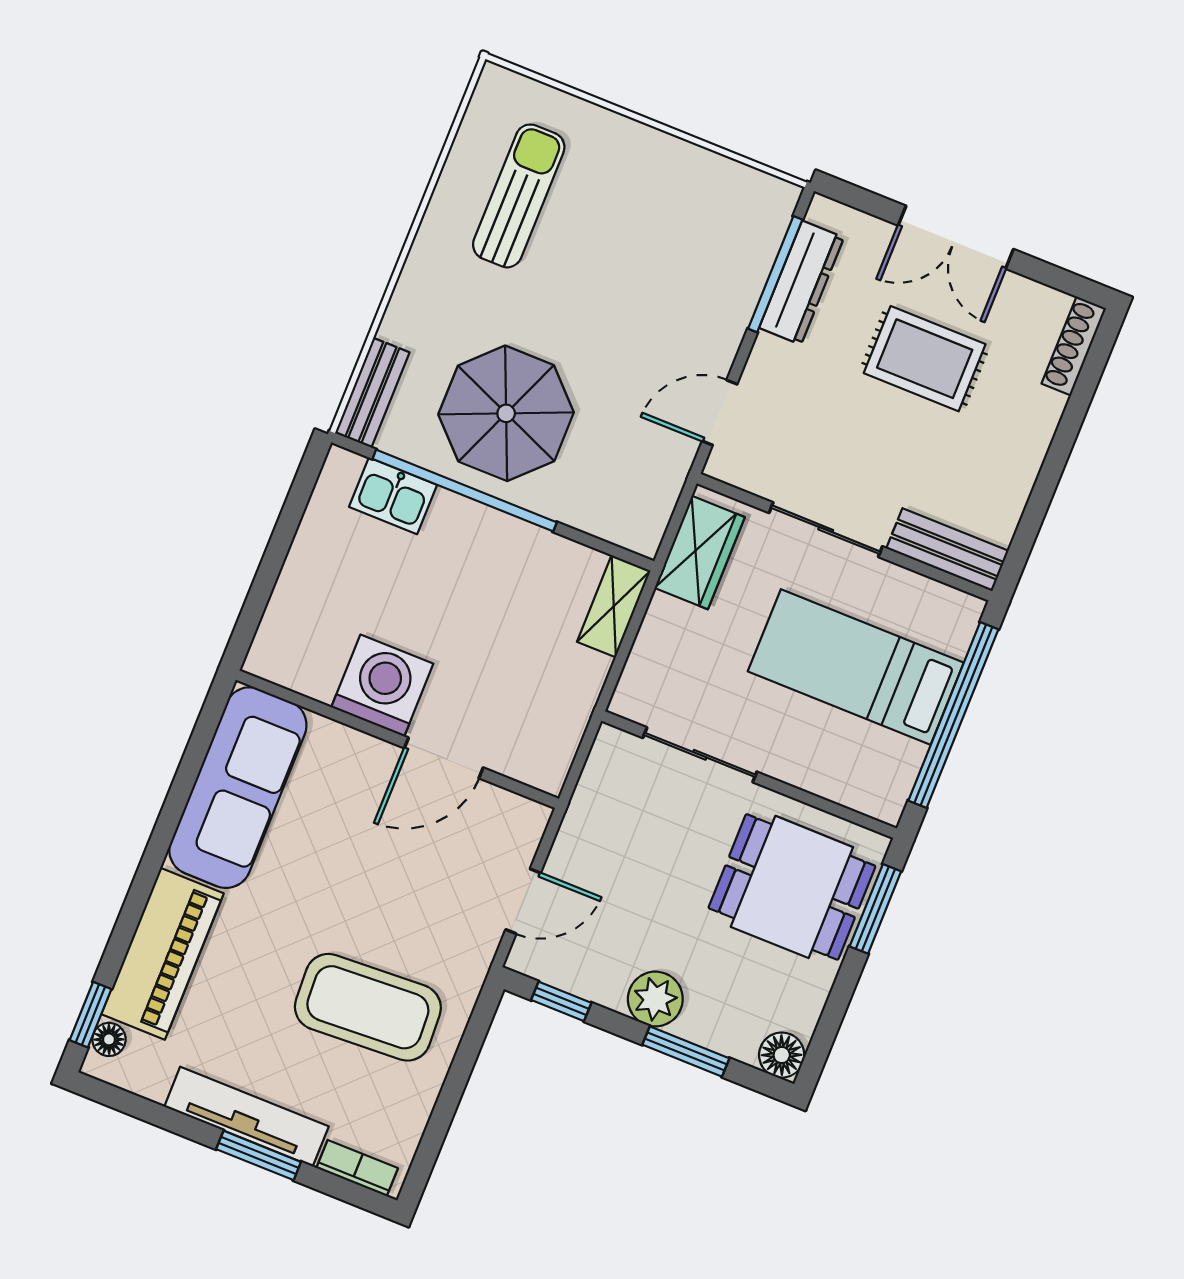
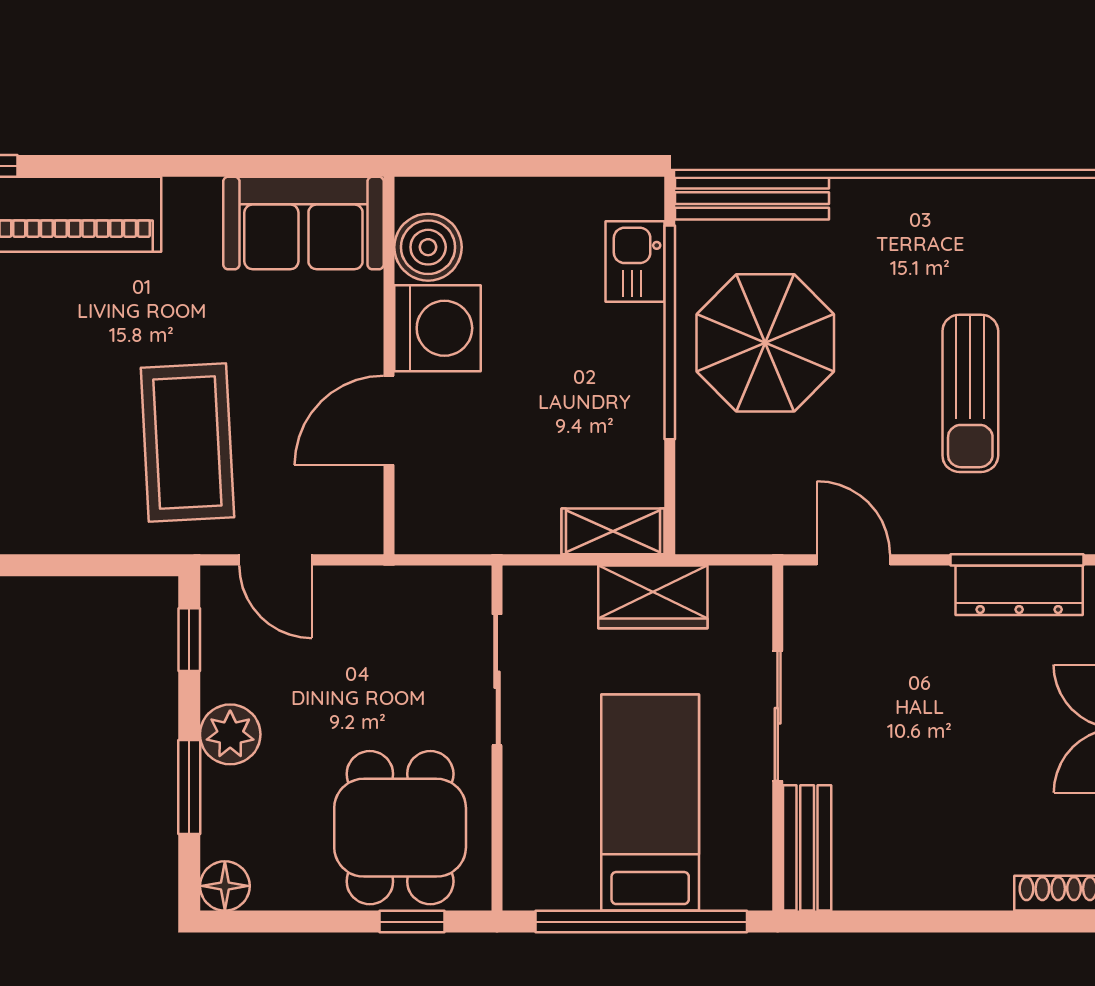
sun lounger: (519, 196) -> (970, 393), moved, turned 90
rug: (925, 359) -> (992, 747), removed
bench: (372, 393) -> (752, 198), width x1.36
wardrobe: (700, 552) -> (653, 597), moved
boiler: (311, 666) -> (428, 247), added
door: (444, 758) -> (389, 420), hinge flipped
sofa: (238, 788) -> (303, 223), width x0.73
window: (875, 909) -> (412, 922), width x0.67
coffee table: (368, 1007) -> (187, 443), moved

